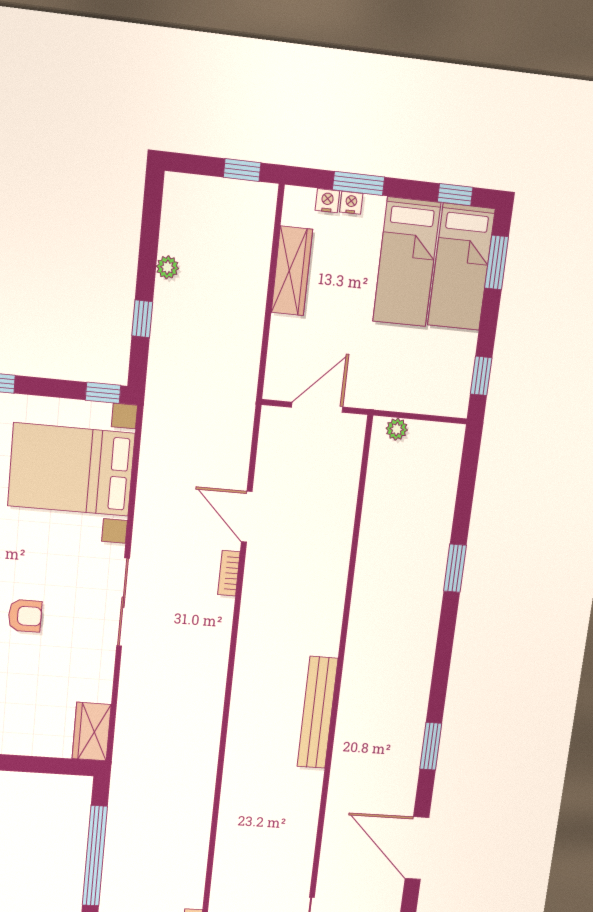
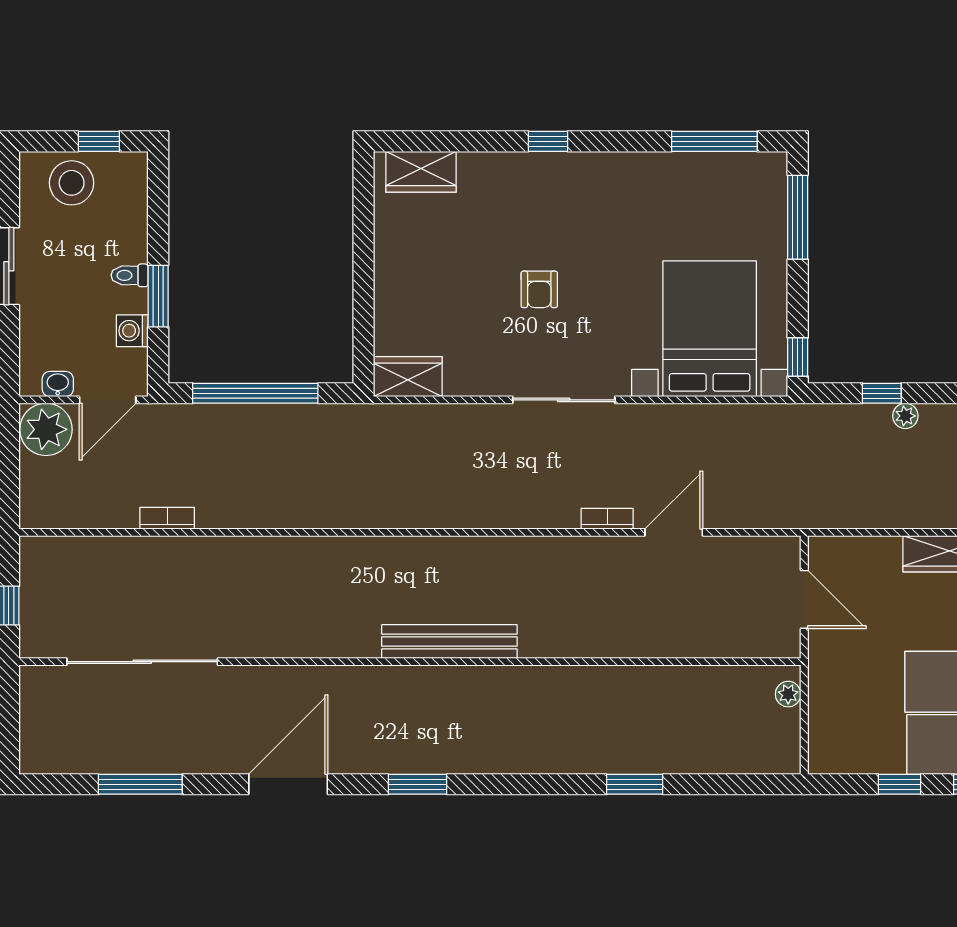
plant: (167, 267) -> (905, 416), moved
window: (481, 376) -> (899, 784), moved

